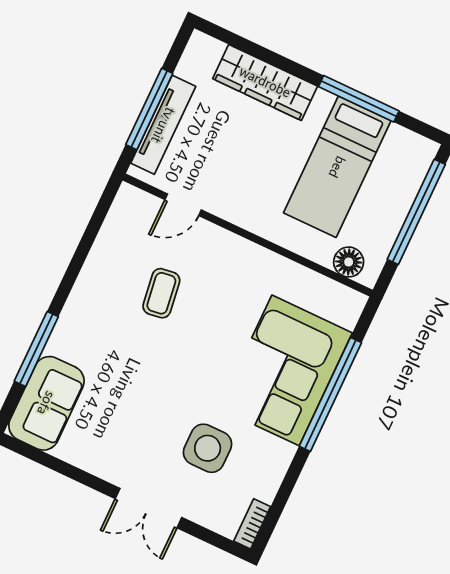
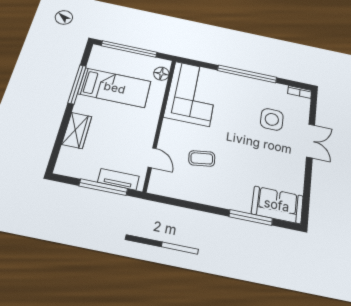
wardrobe: (265, 82) -> (77, 130), width x0.67
tv unit: (163, 125) -> (118, 179), width x0.71
corner sofa: (286, 370) -> (192, 93), moved, turned -90
window: (330, 394) -> (247, 74), moved

